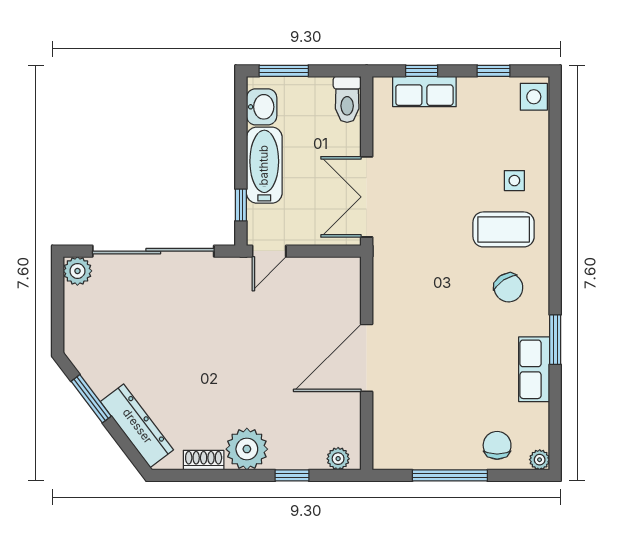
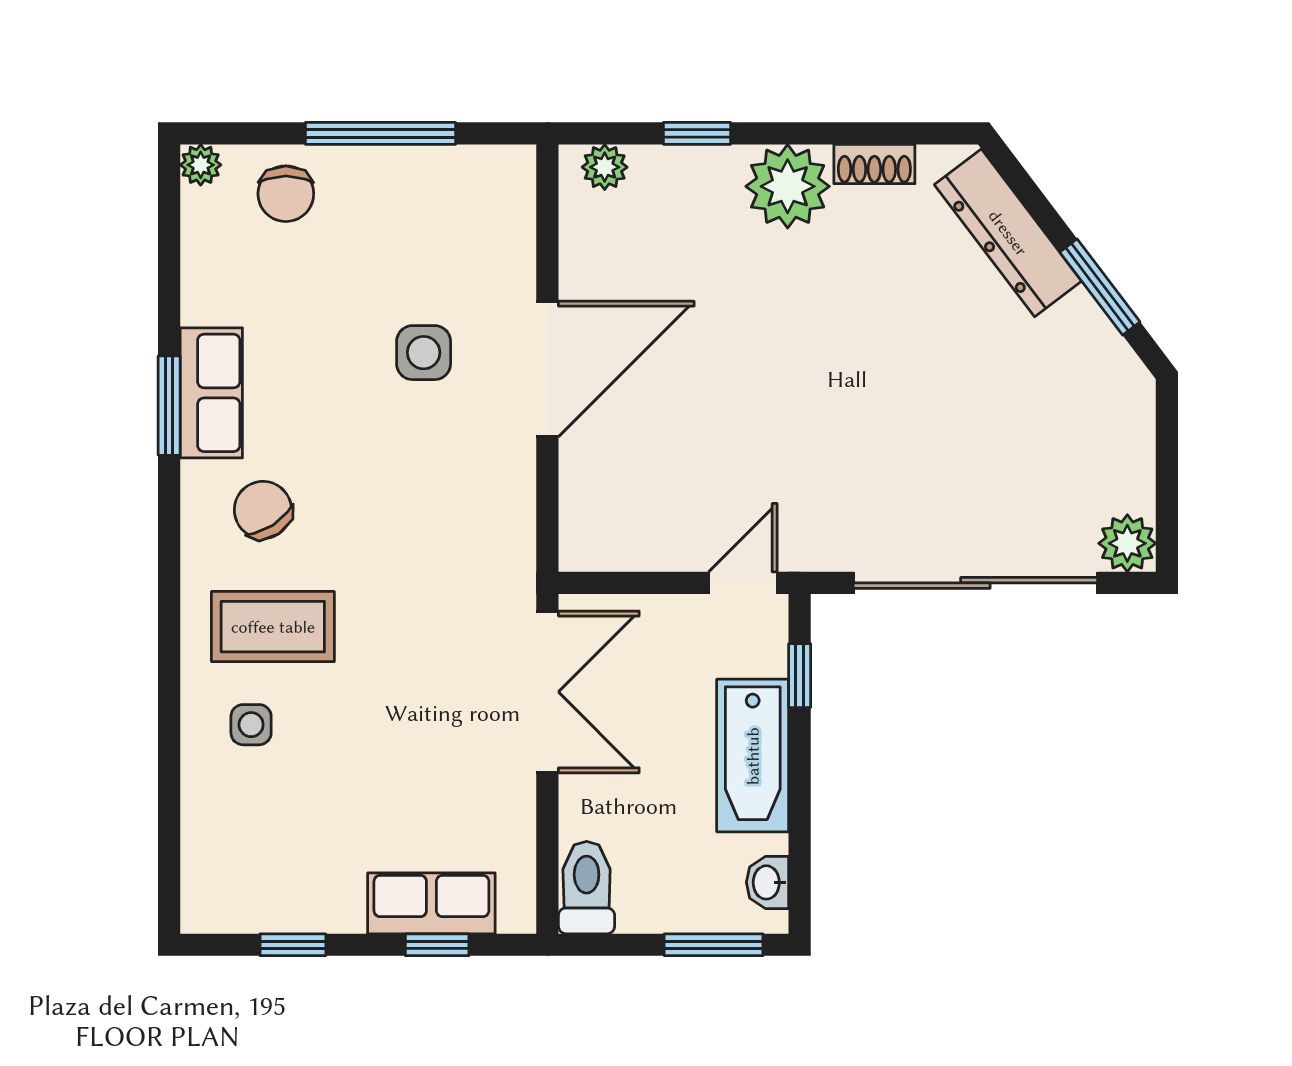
side table: (534, 97) -> (424, 353), moved
washbasin: (262, 107) -> (768, 882), width x0.72, depth x0.69
row of seats: (534, 369) -> (211, 393), moved

